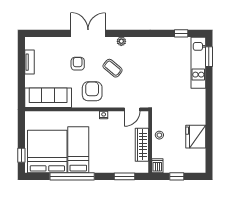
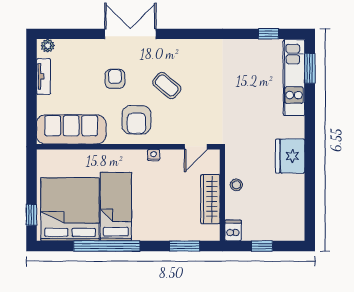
plant: (121, 41) -> (48, 46), moved
armchair: (92, 91) -> (136, 120), turned 180
fridge: (196, 137) -> (290, 156), moved

